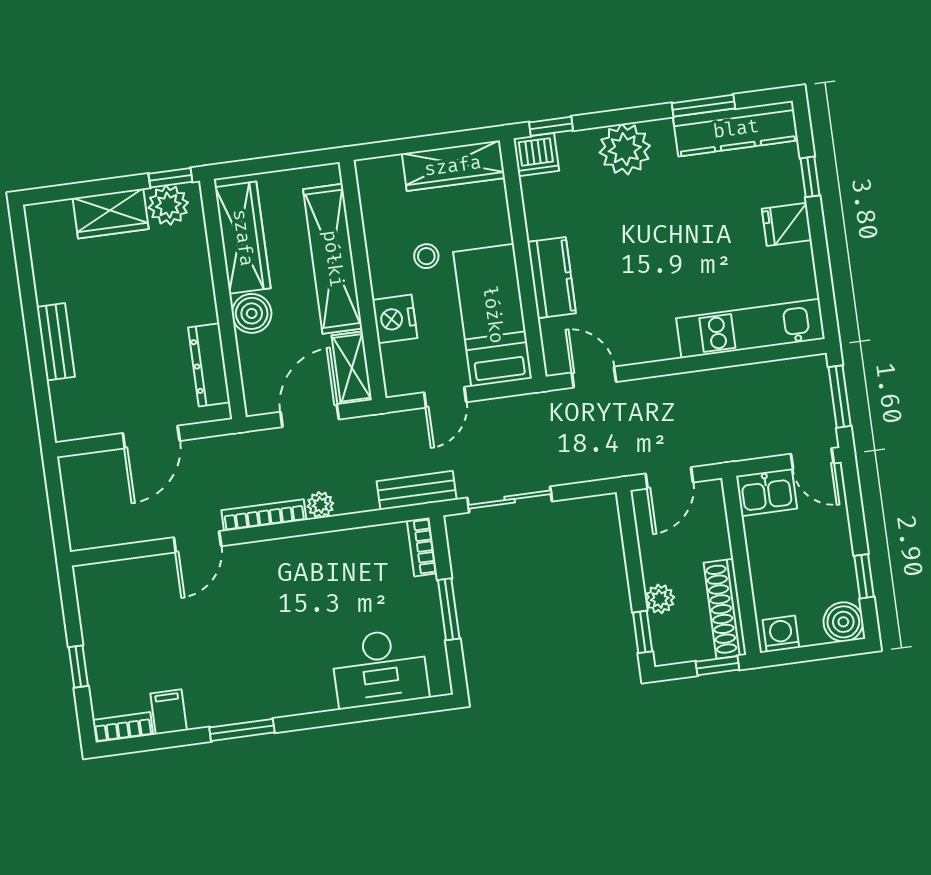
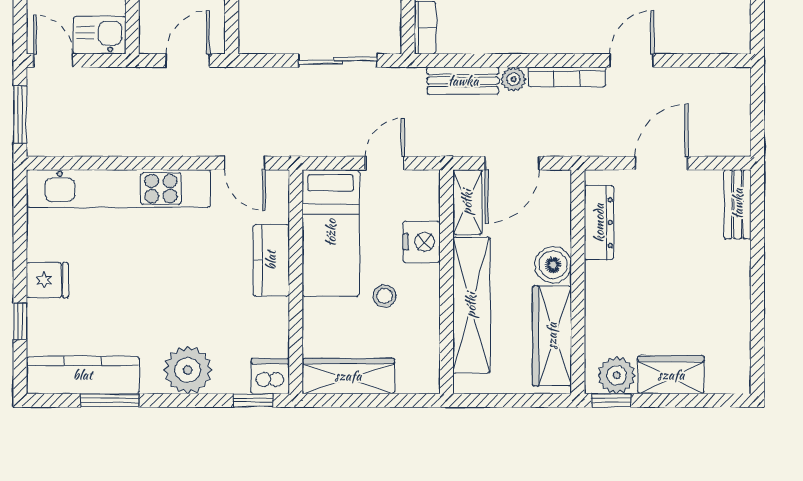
kitchen unit: (750, 329) -> (119, 189), width x1.36
bench: (56, 342) -> (738, 204), moved
bench: (417, 490) -> (463, 81), moved

